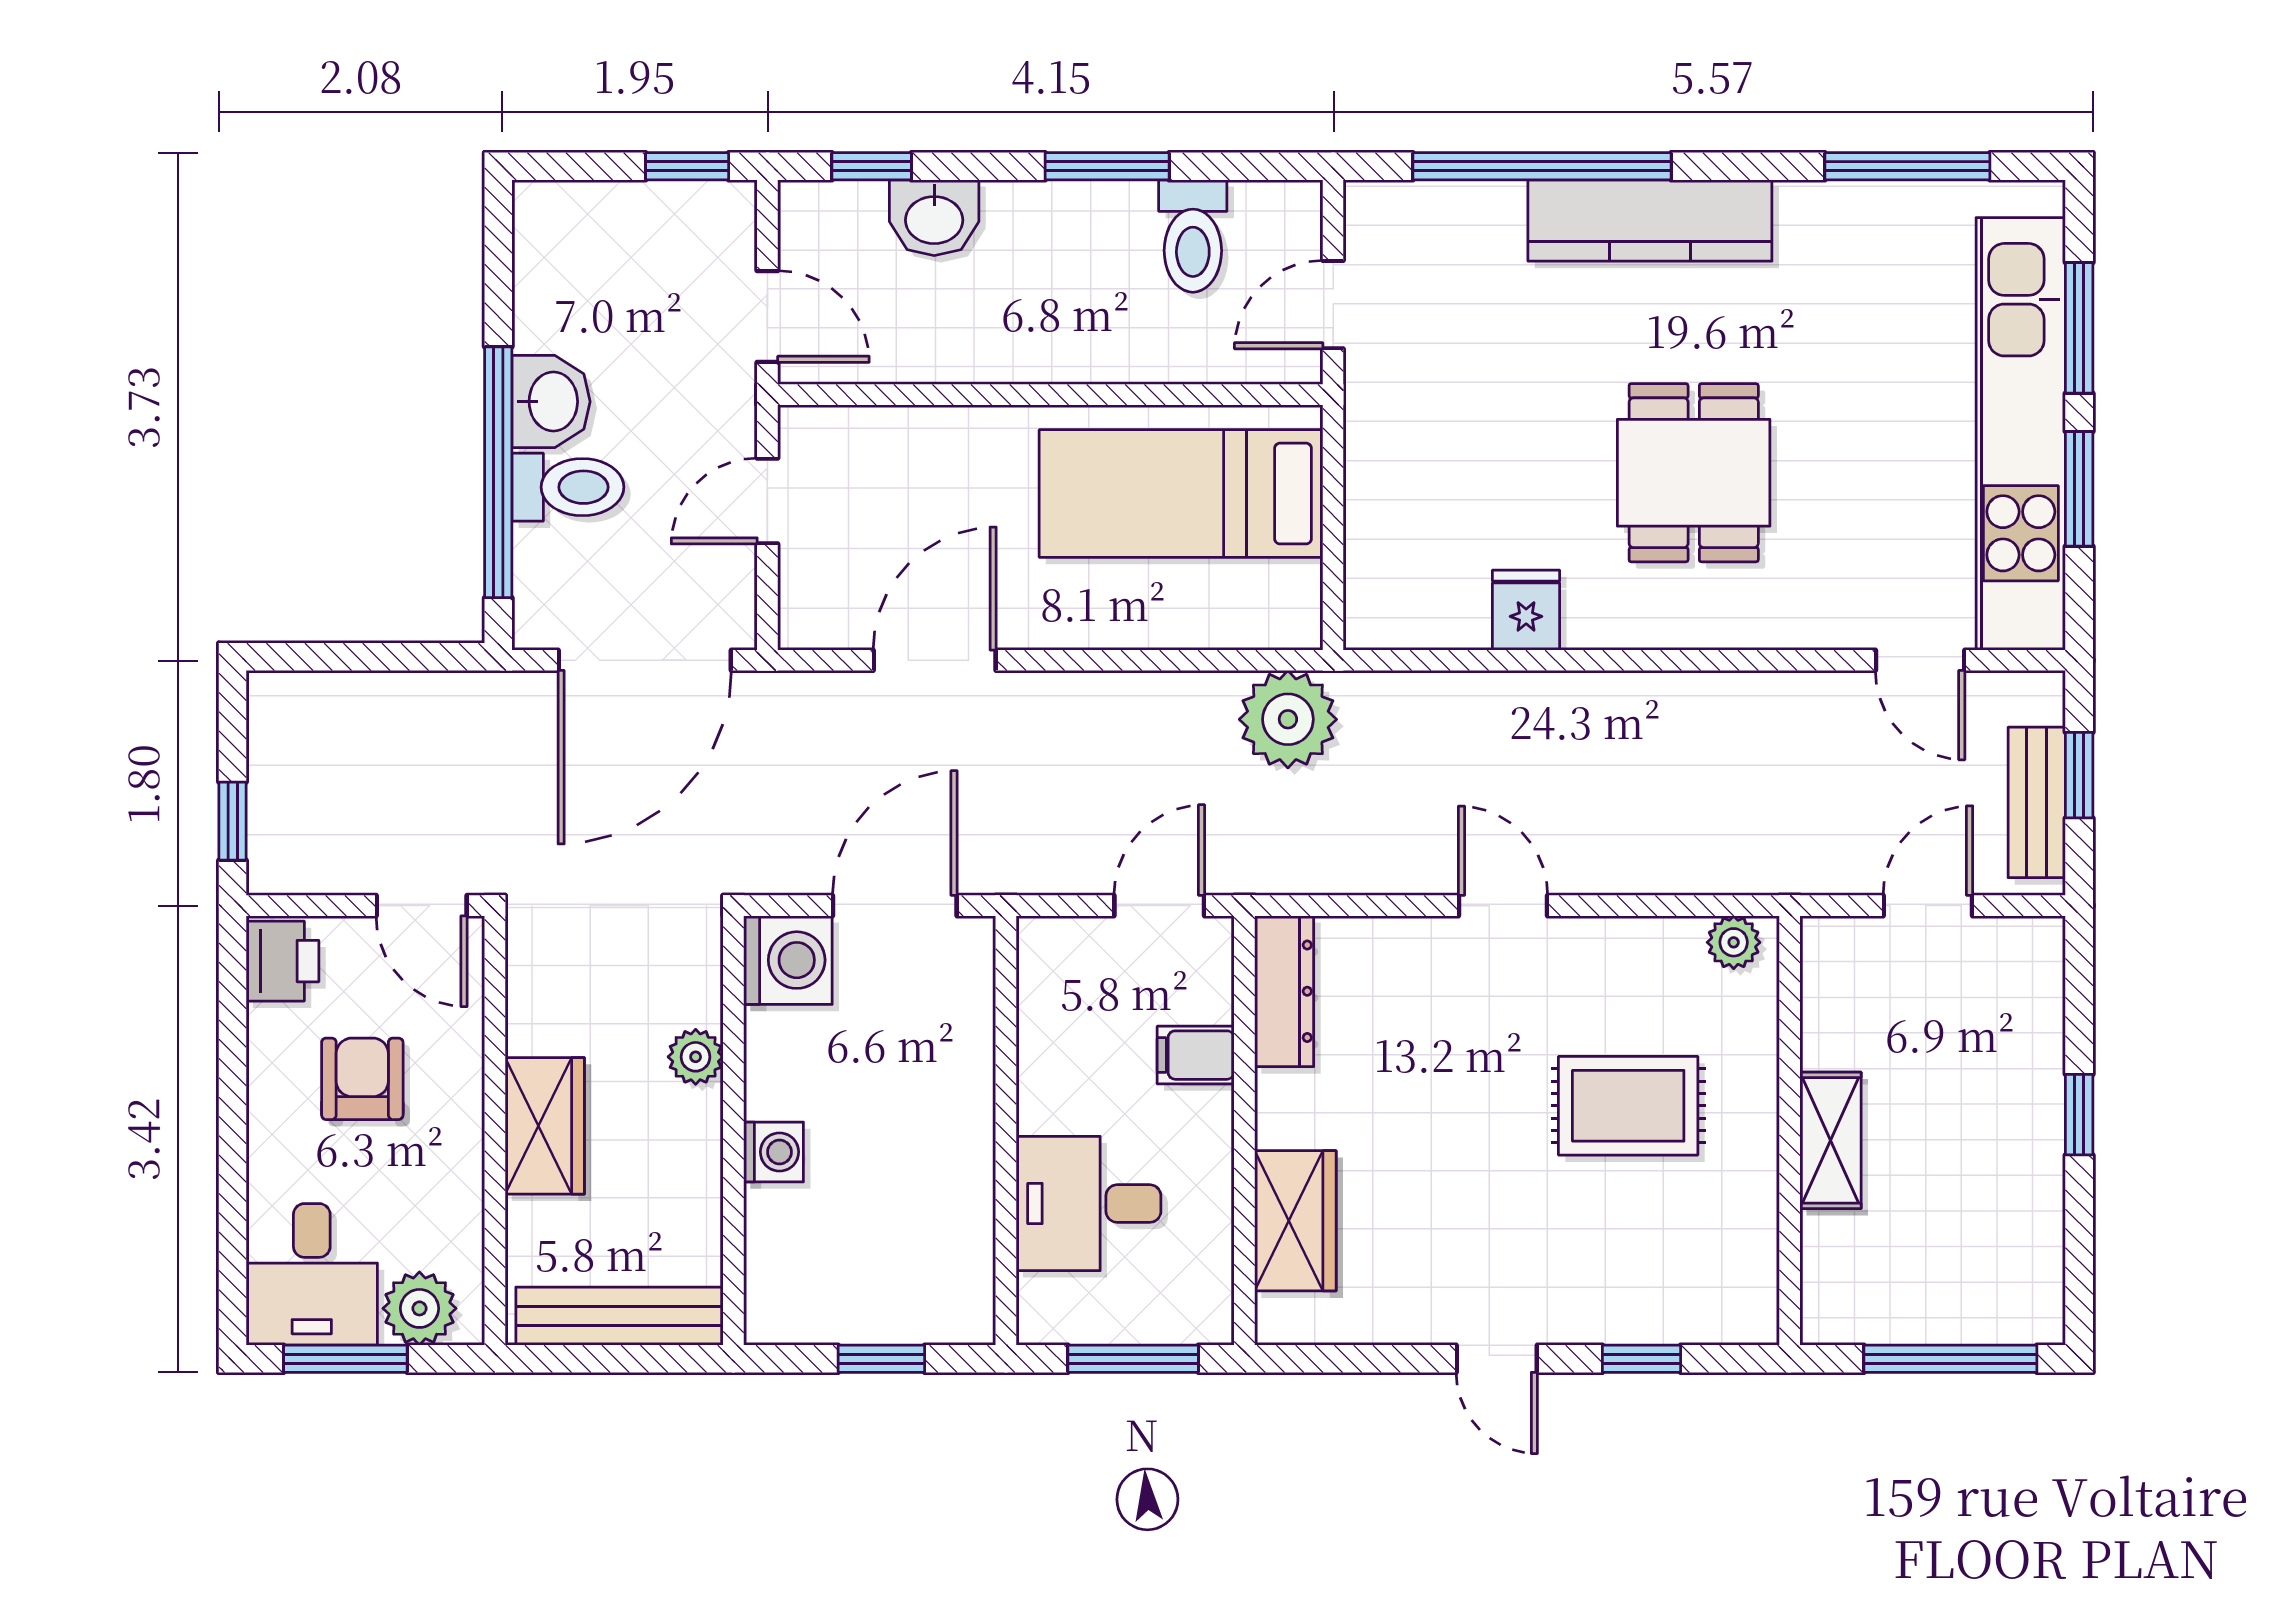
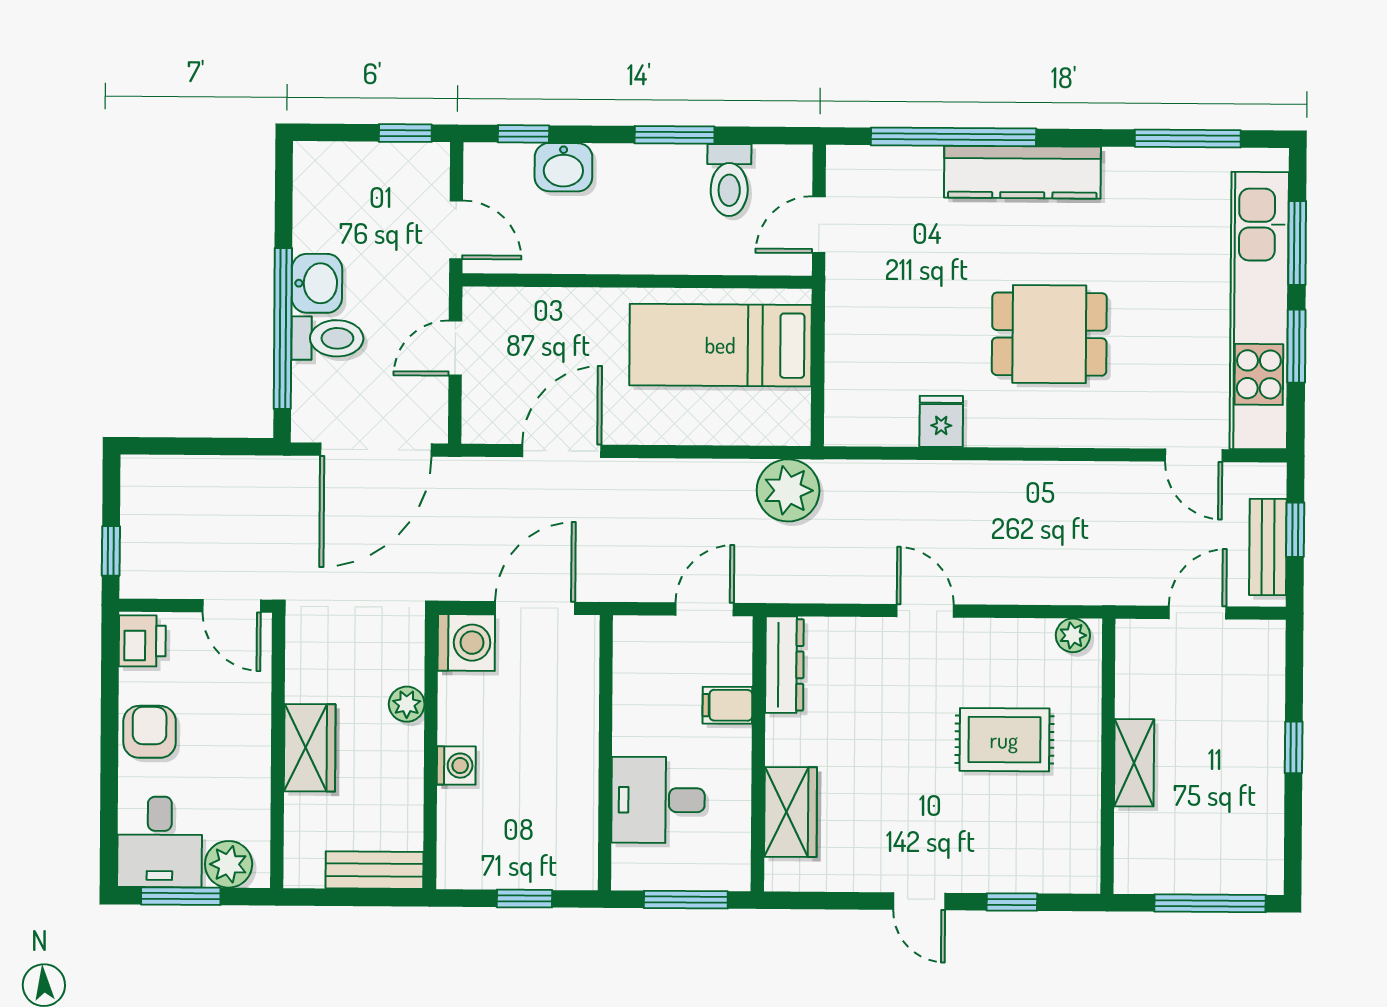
dining table: (1694, 473) -> (1049, 334), turned 90
armchair: (362, 1079) -> (150, 732), moved
bench: (619, 1316) -> (374, 870), width x0.73

